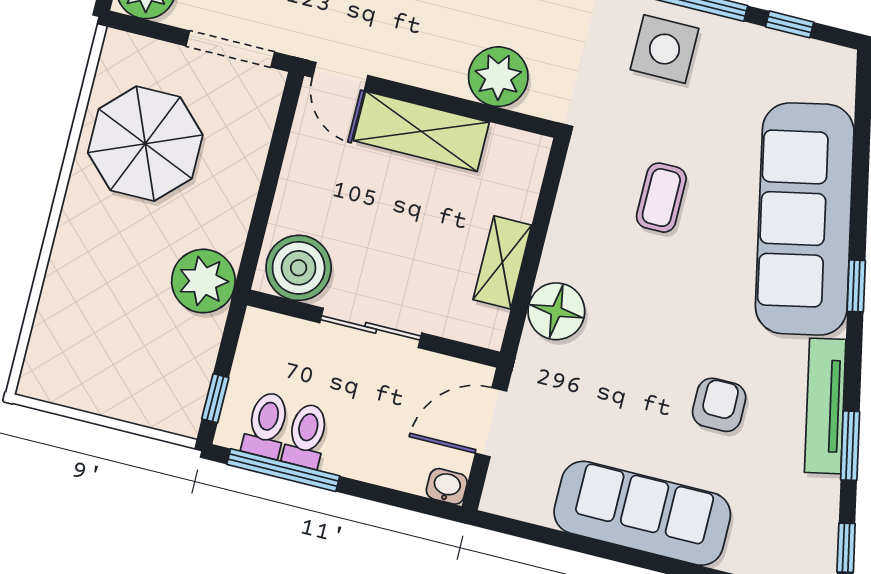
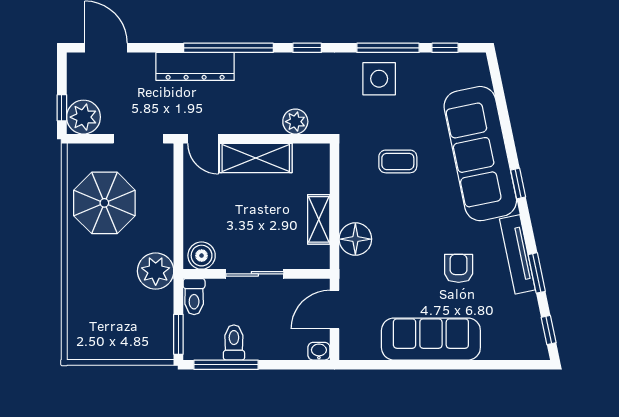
plant: (498, 77) -> (295, 122), width x0.73, depth x0.73
coffee table: (661, 198) -> (398, 161), turned 90
boiler: (299, 268) -> (202, 256), width x0.73, depth x0.73
window: (215, 398) -> (178, 334), width x1.50
toilet: (266, 425) -> (194, 297), moved, turned 180

